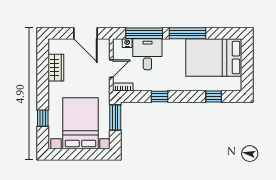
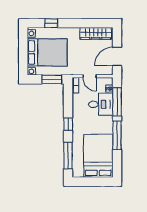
wardrobe: (56, 68) -> (96, 33), width x1.50
window: (160, 96) -> (68, 124), moved
window: (214, 96) -> (68, 156), width x2.17

